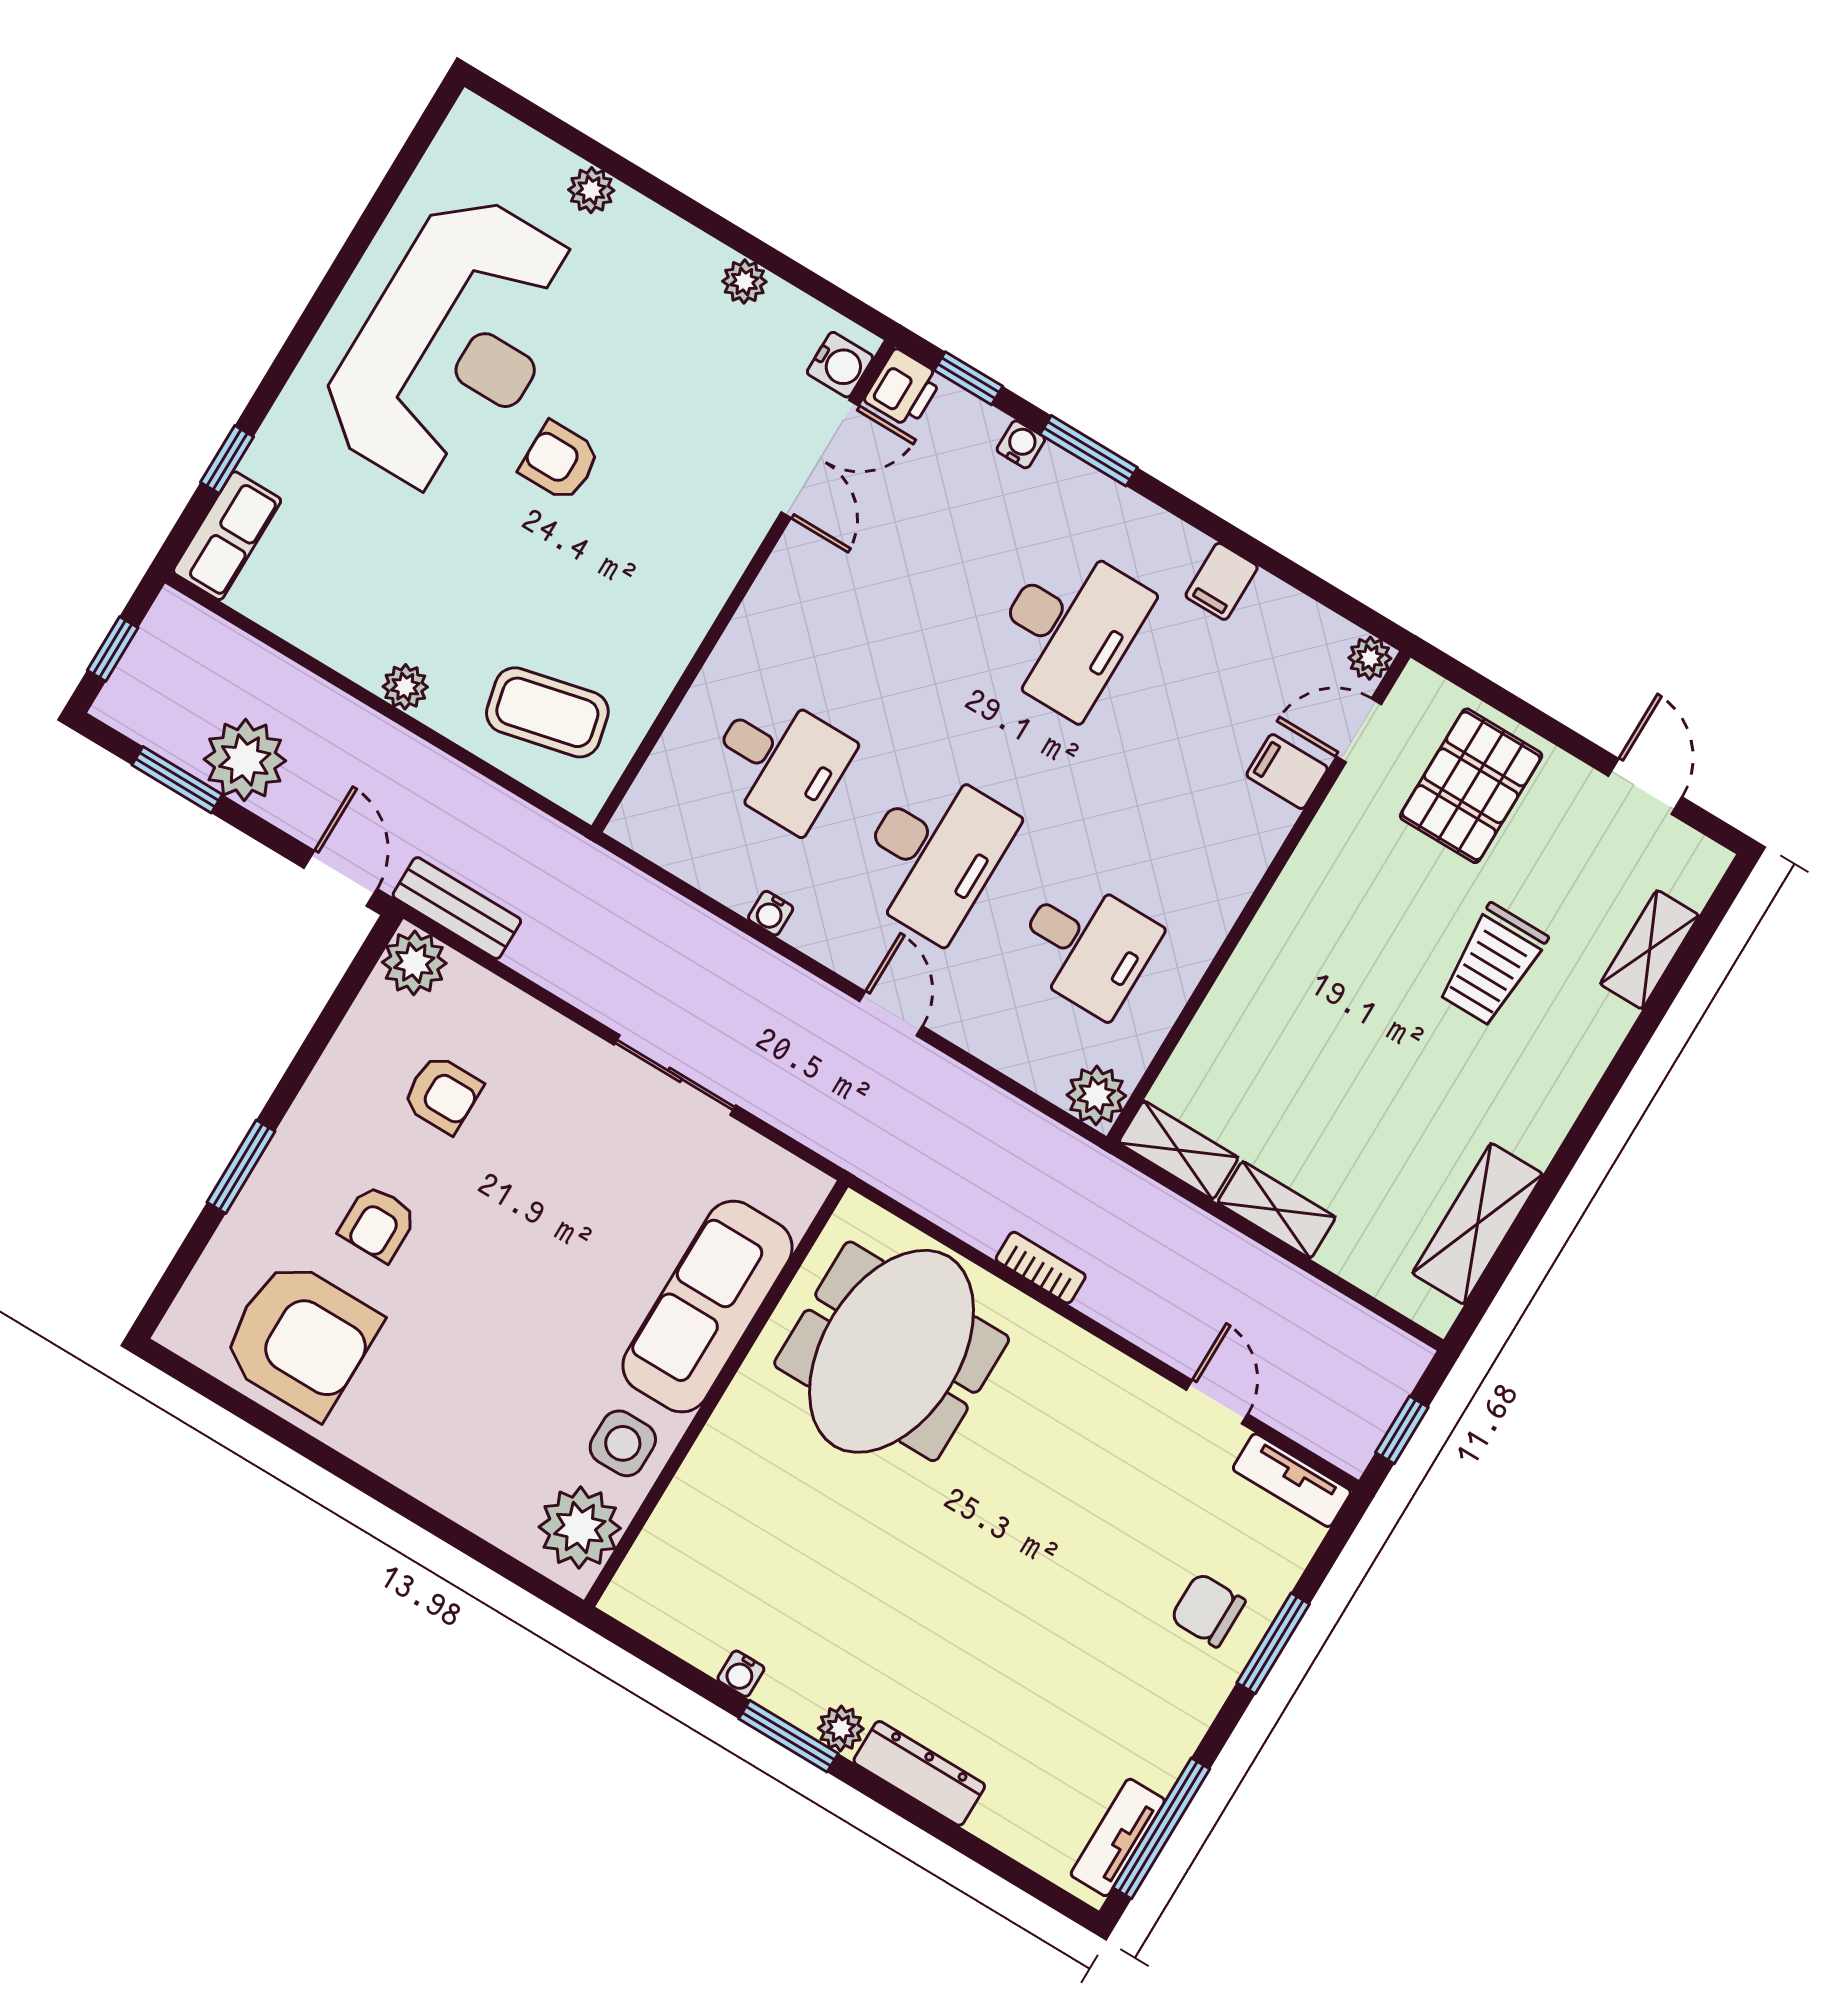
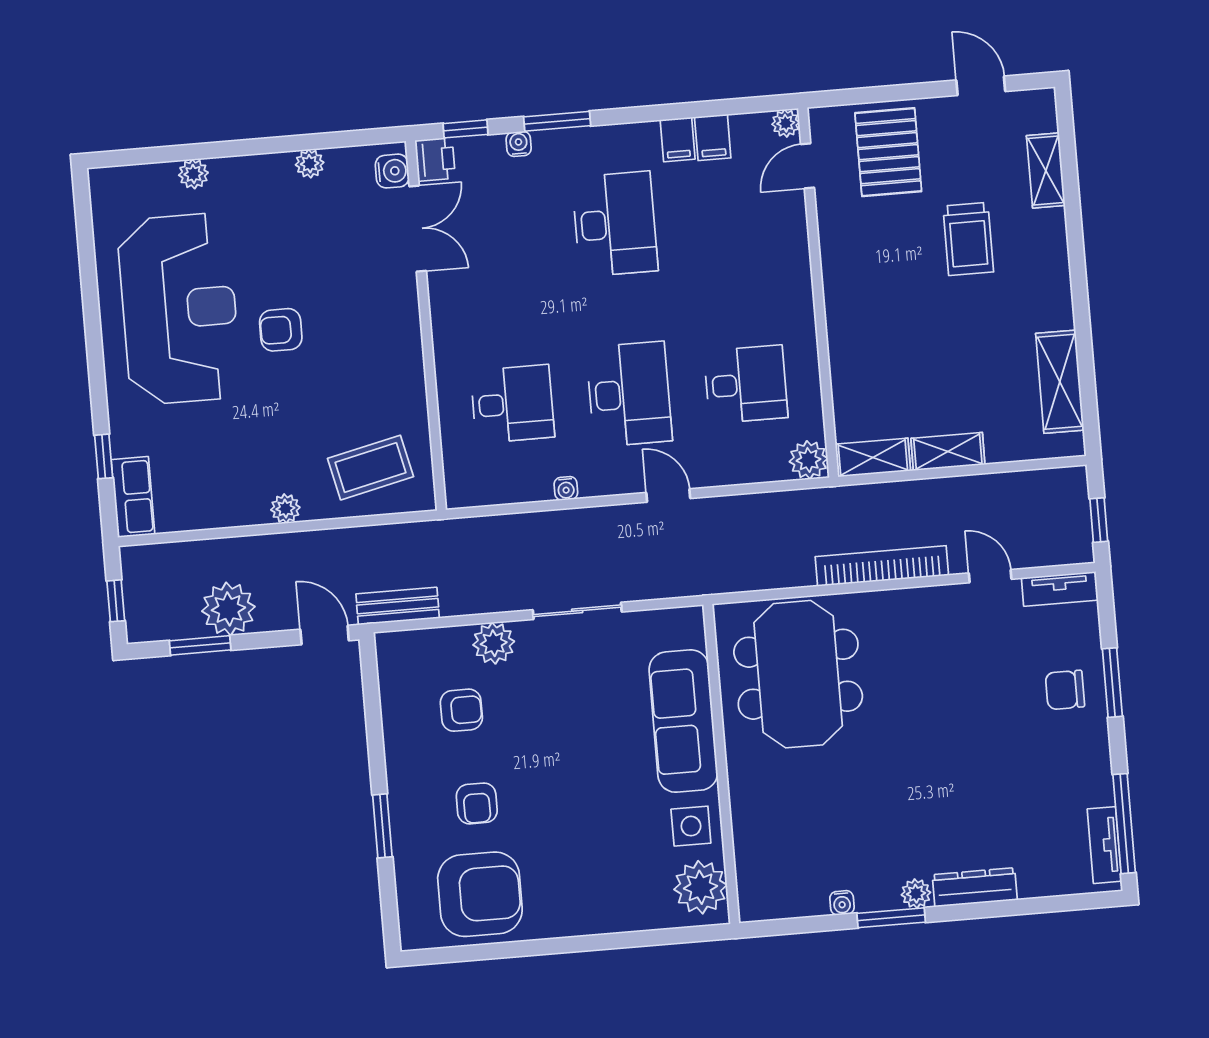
filing cabinet: (1287, 772) -> (713, 137), moved, turned -90
plant: (414, 963) -> (494, 643), moved
bookcase: (1041, 1268) -> (882, 566), width x2.31, depth x1.31

